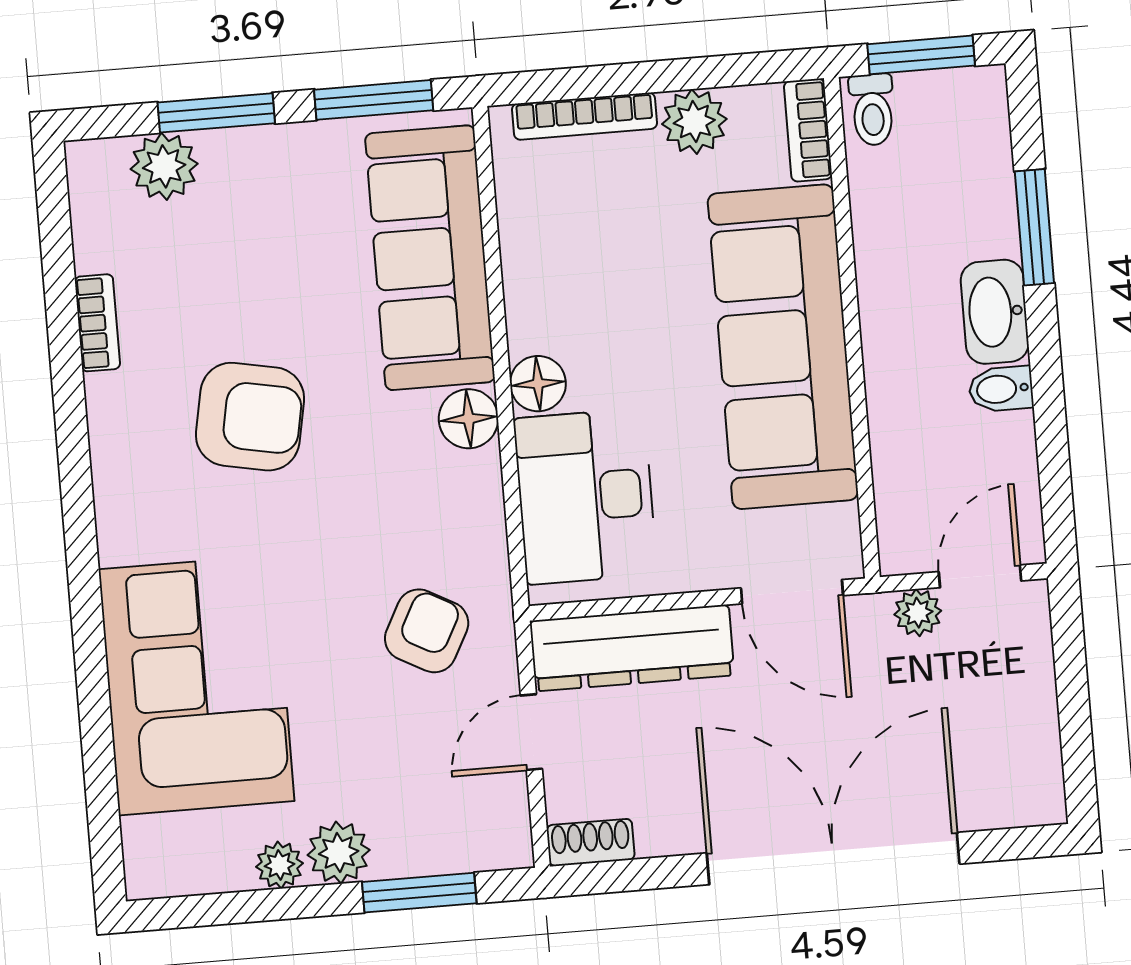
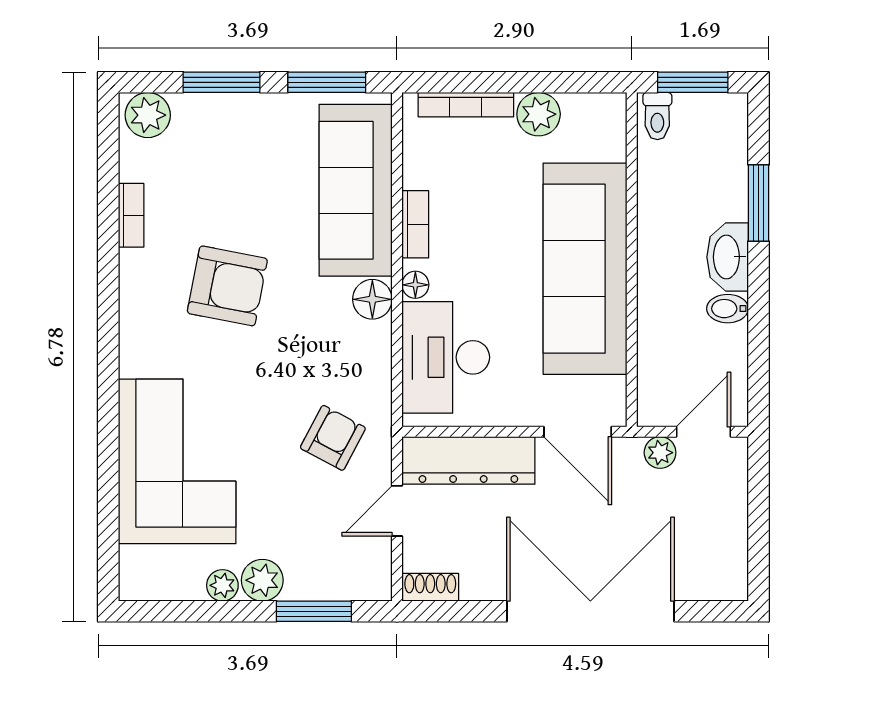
bookcase: (808, 130) -> (415, 224), moved, turned 180
plant: (164, 166) -> (148, 115), moved
floor lamp: (538, 384) -> (415, 285), width x0.73, depth x0.73

